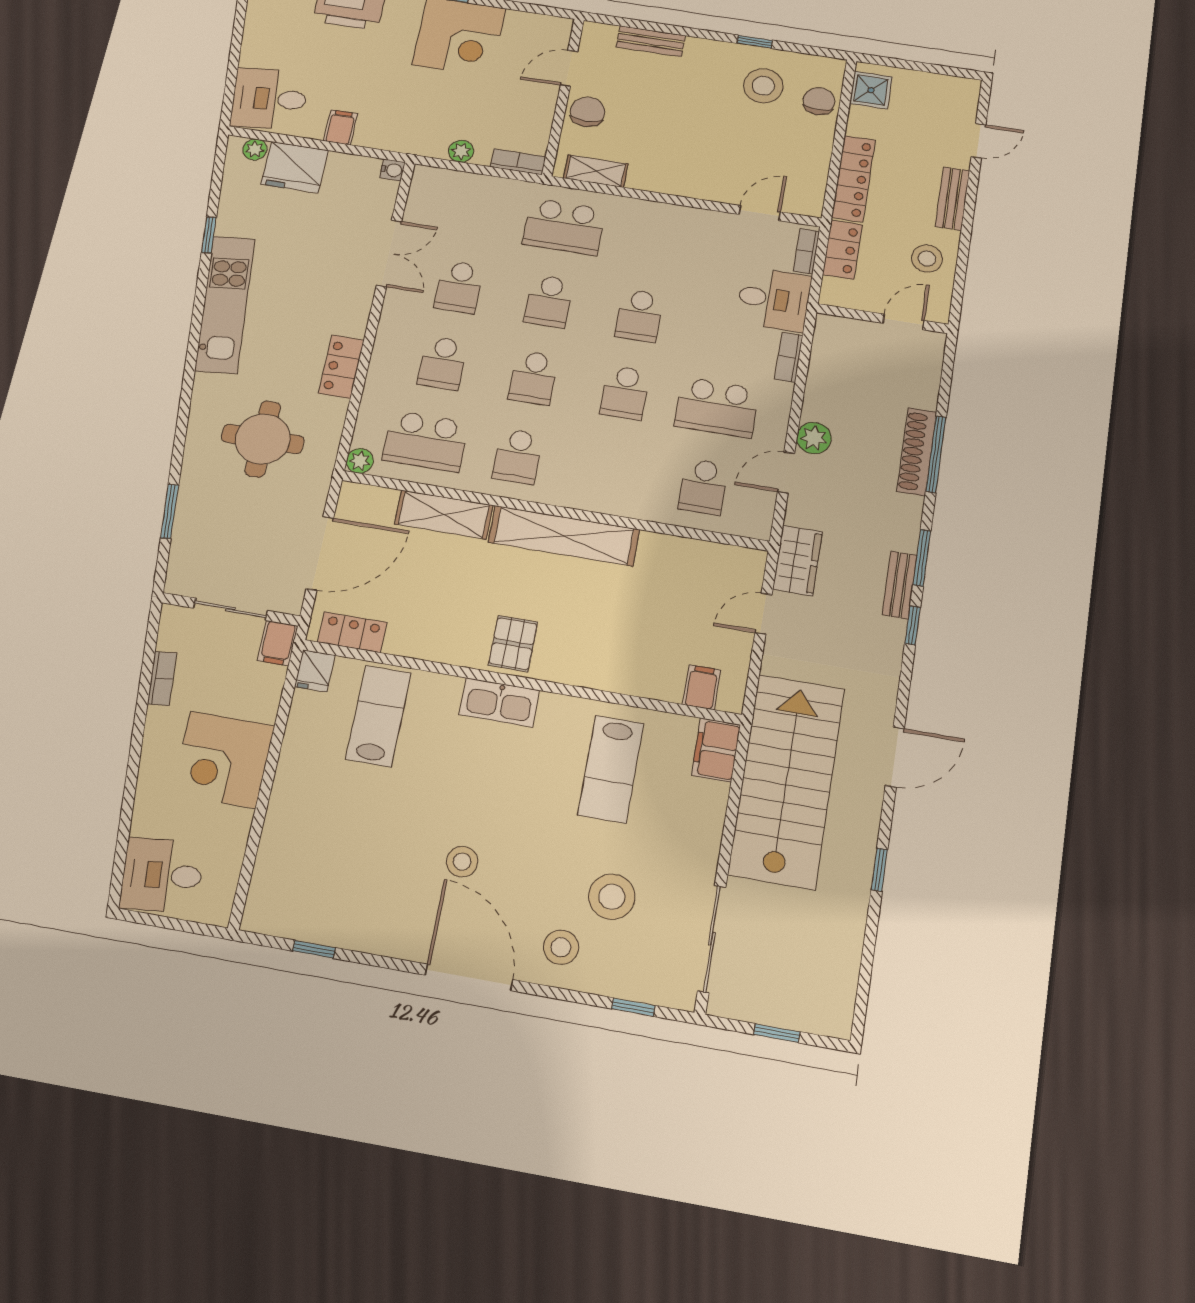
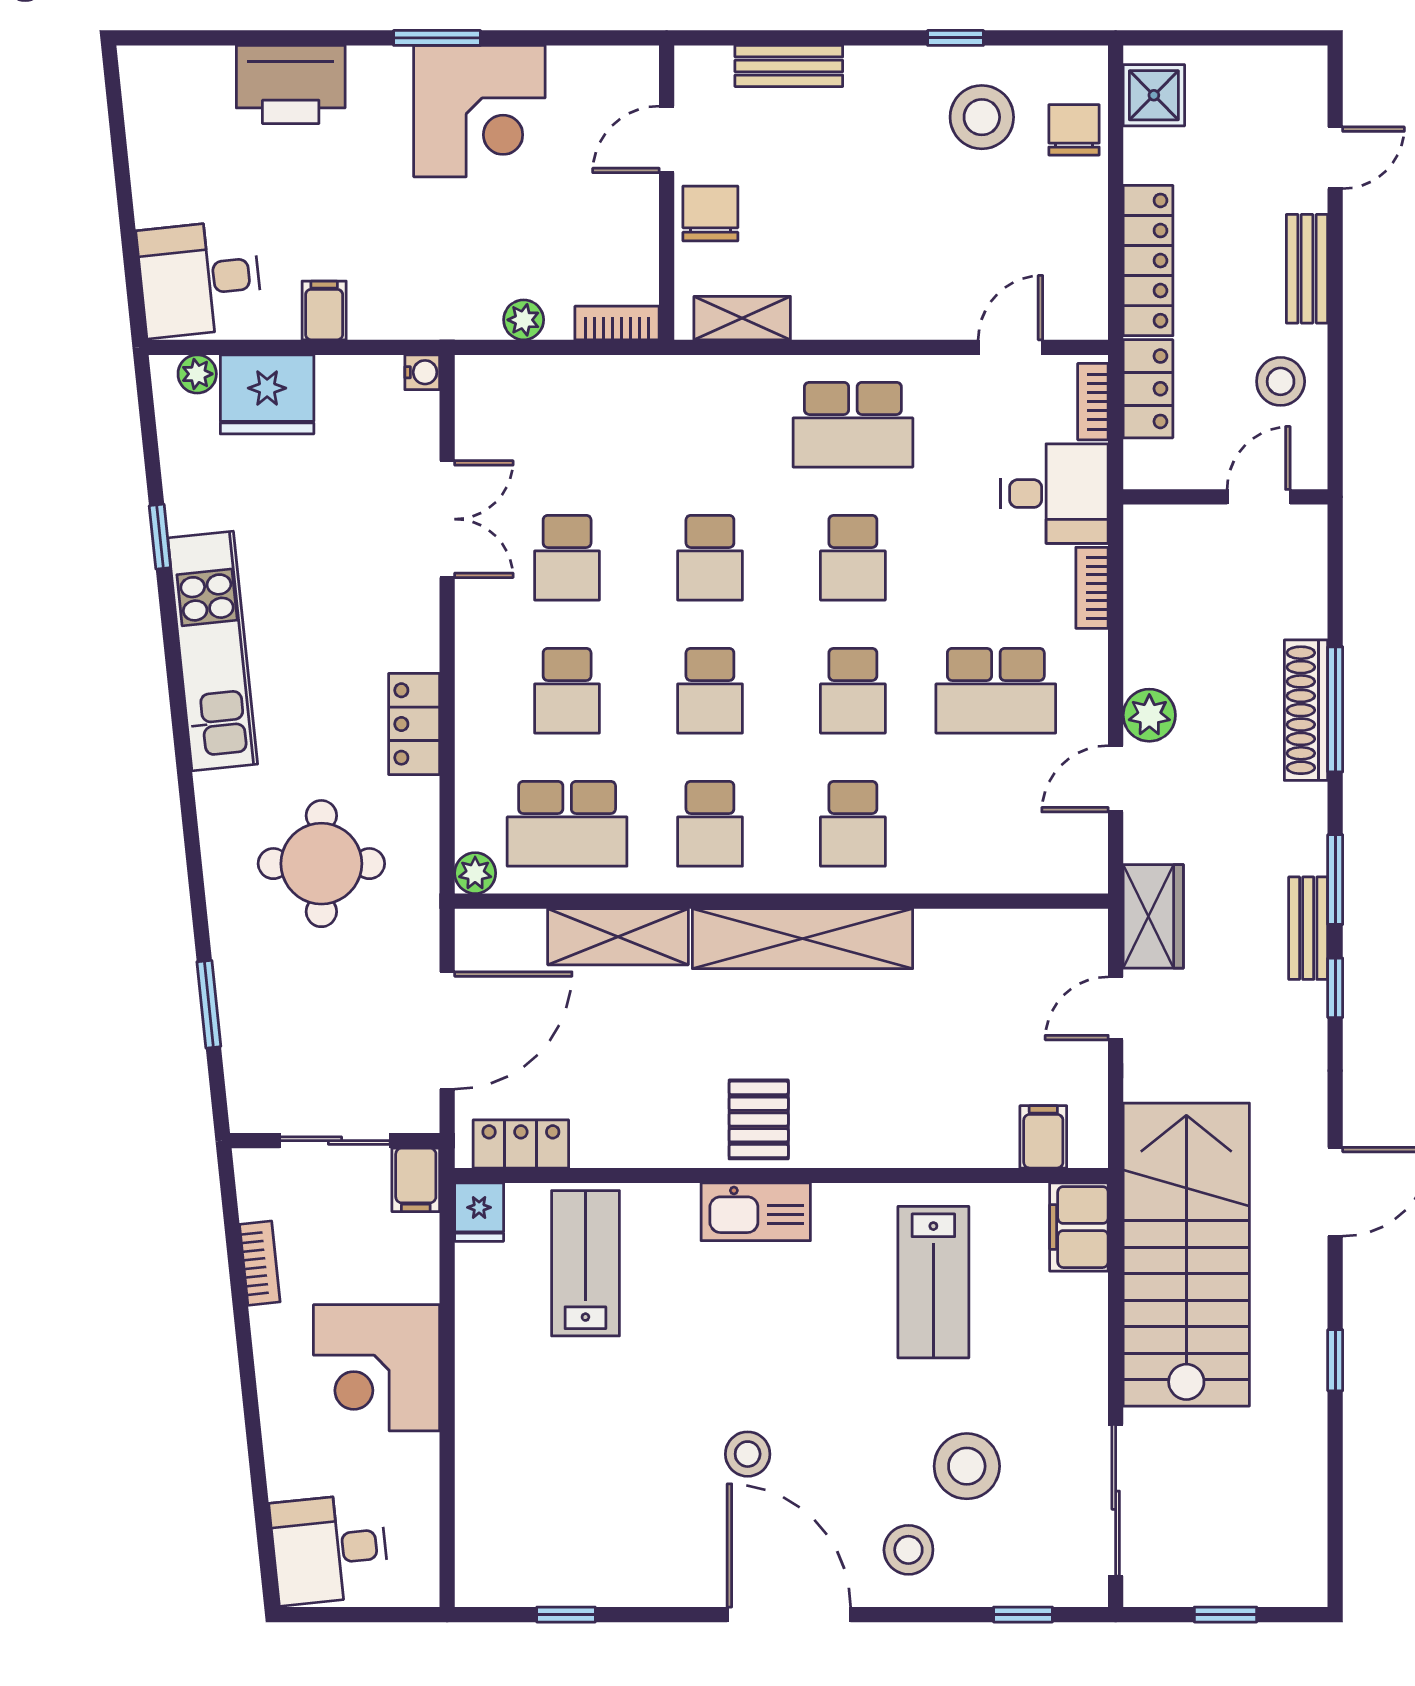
school desk: (564, 227) -> (853, 425), moved
school desk: (703, 487) -> (853, 824), moved

